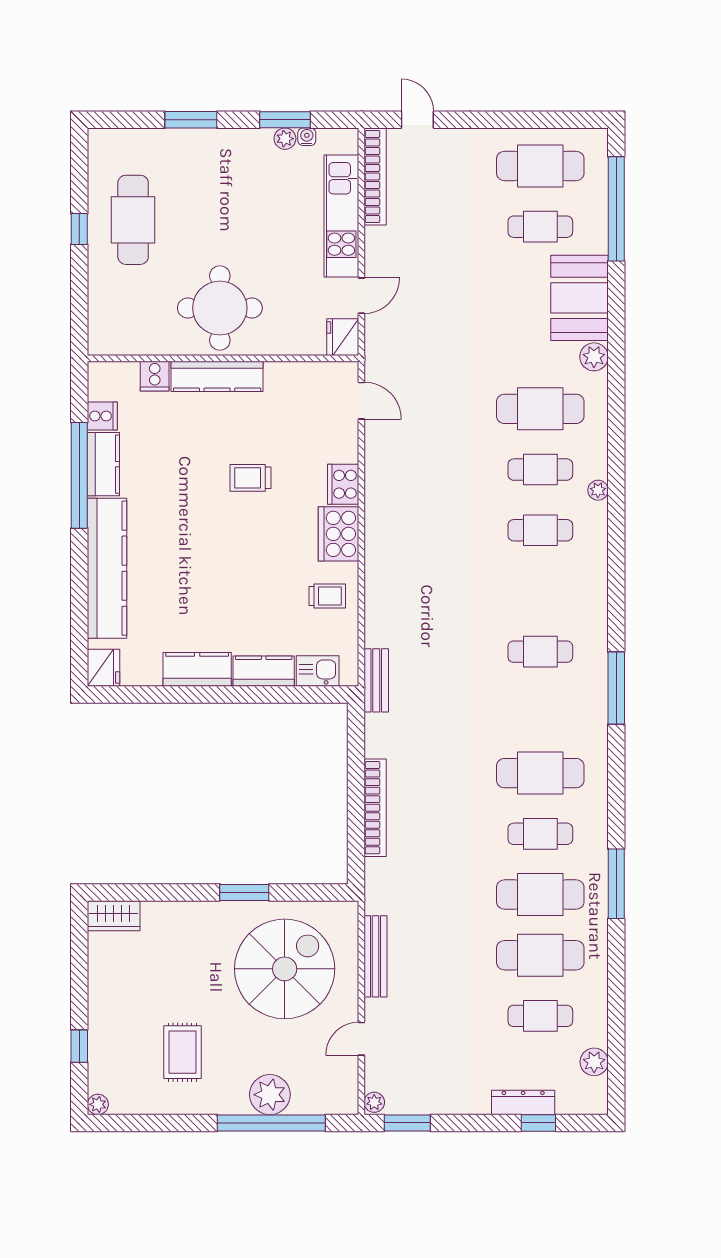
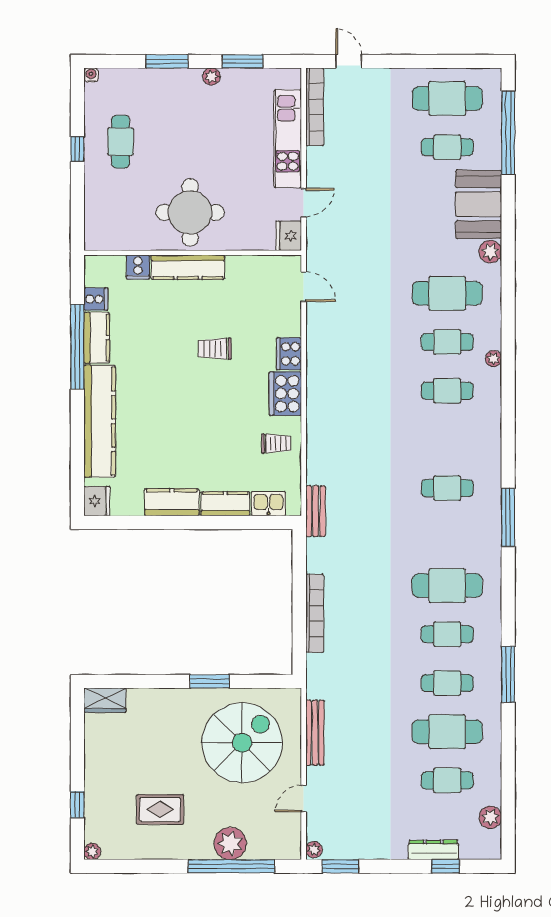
water cooler: (307, 137) -> (91, 75), moved
plant: (285, 139) -> (211, 76), moved
cafe table: (133, 220) -> (120, 142), width x0.73, depth x0.74
cafe table: (540, 895) -> (447, 683), width x0.73, depth x0.74
rug: (182, 1052) -> (160, 809), turned 90

